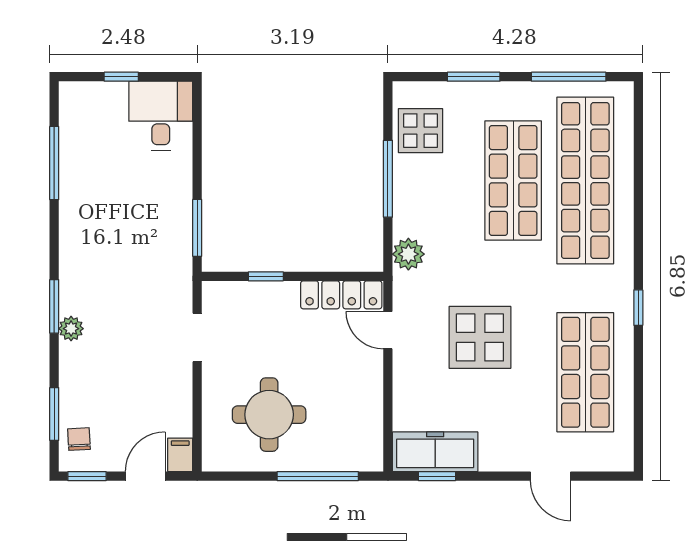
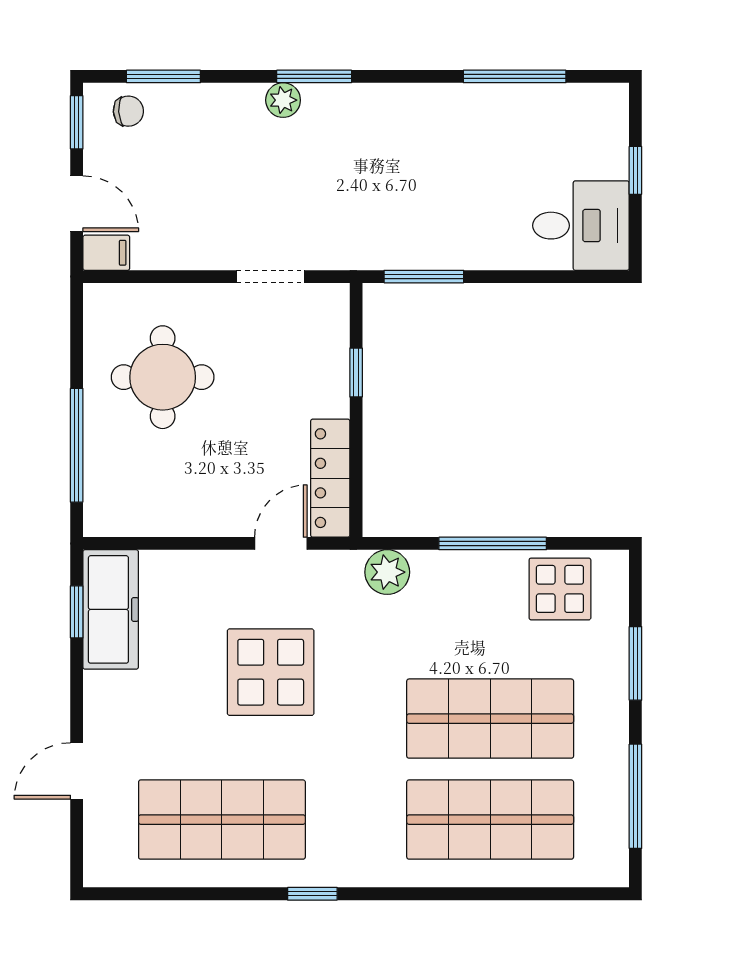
shop shelf: (585, 181) -> (490, 820), width x0.71

